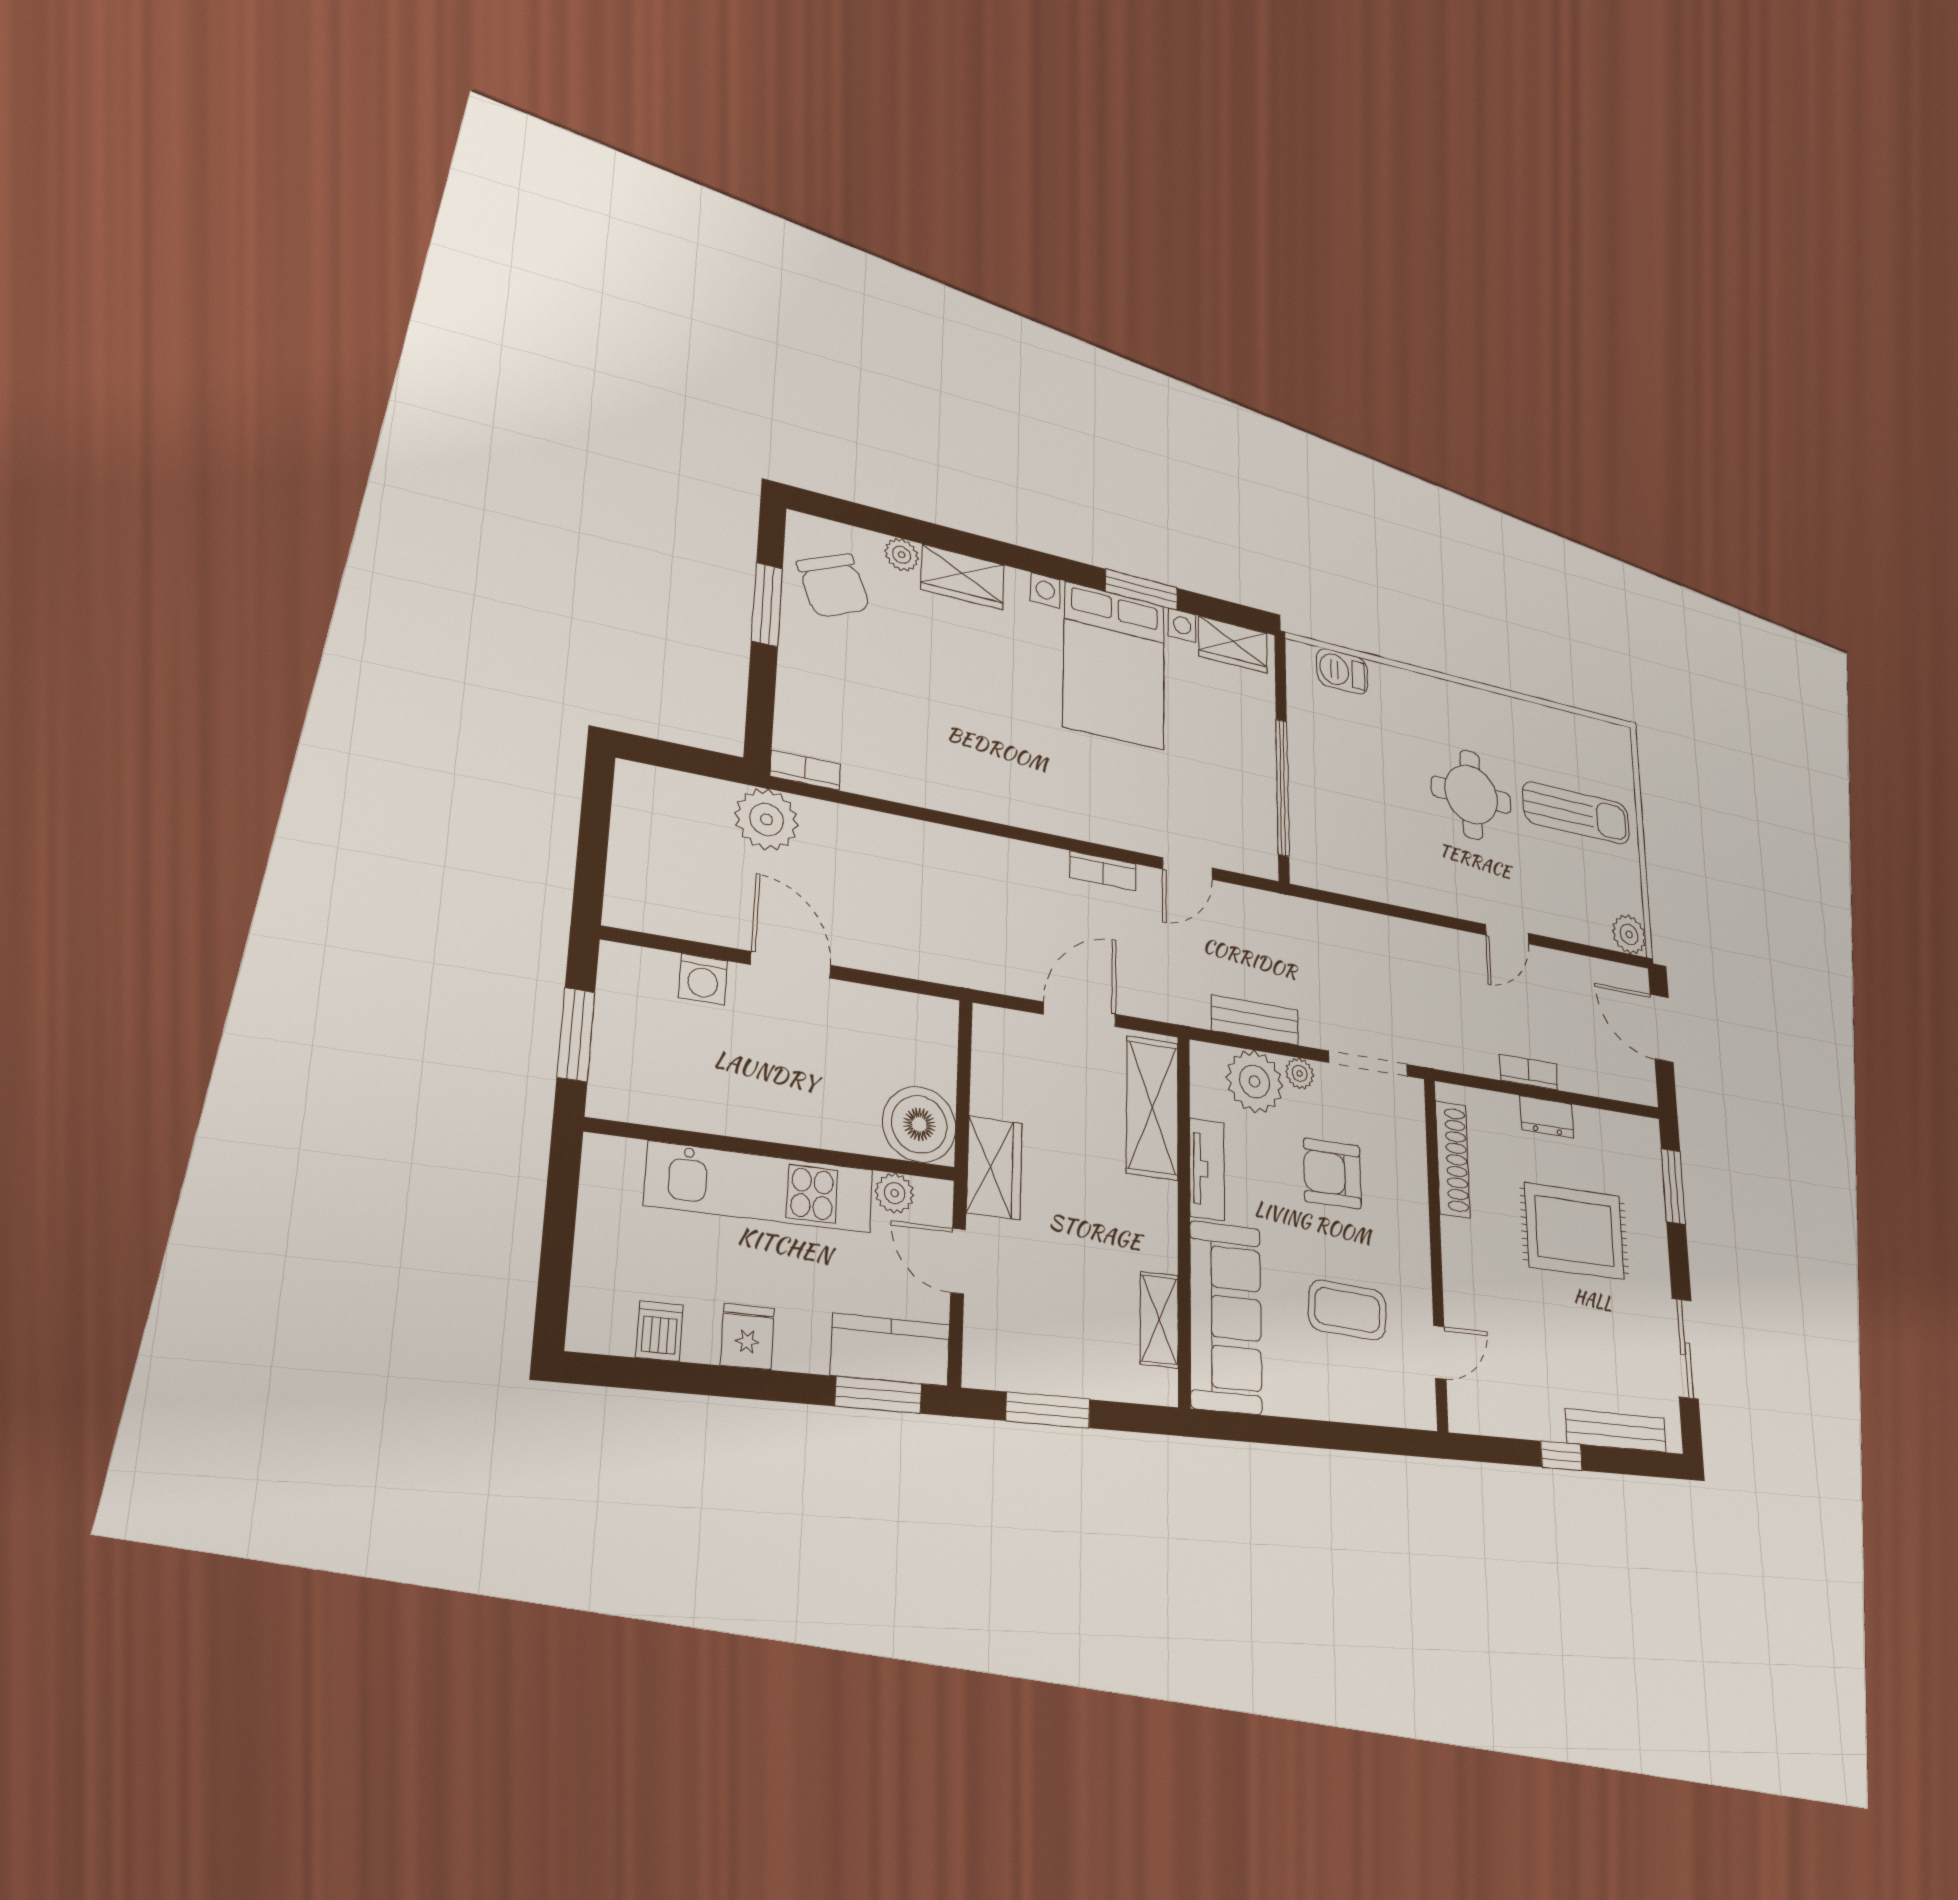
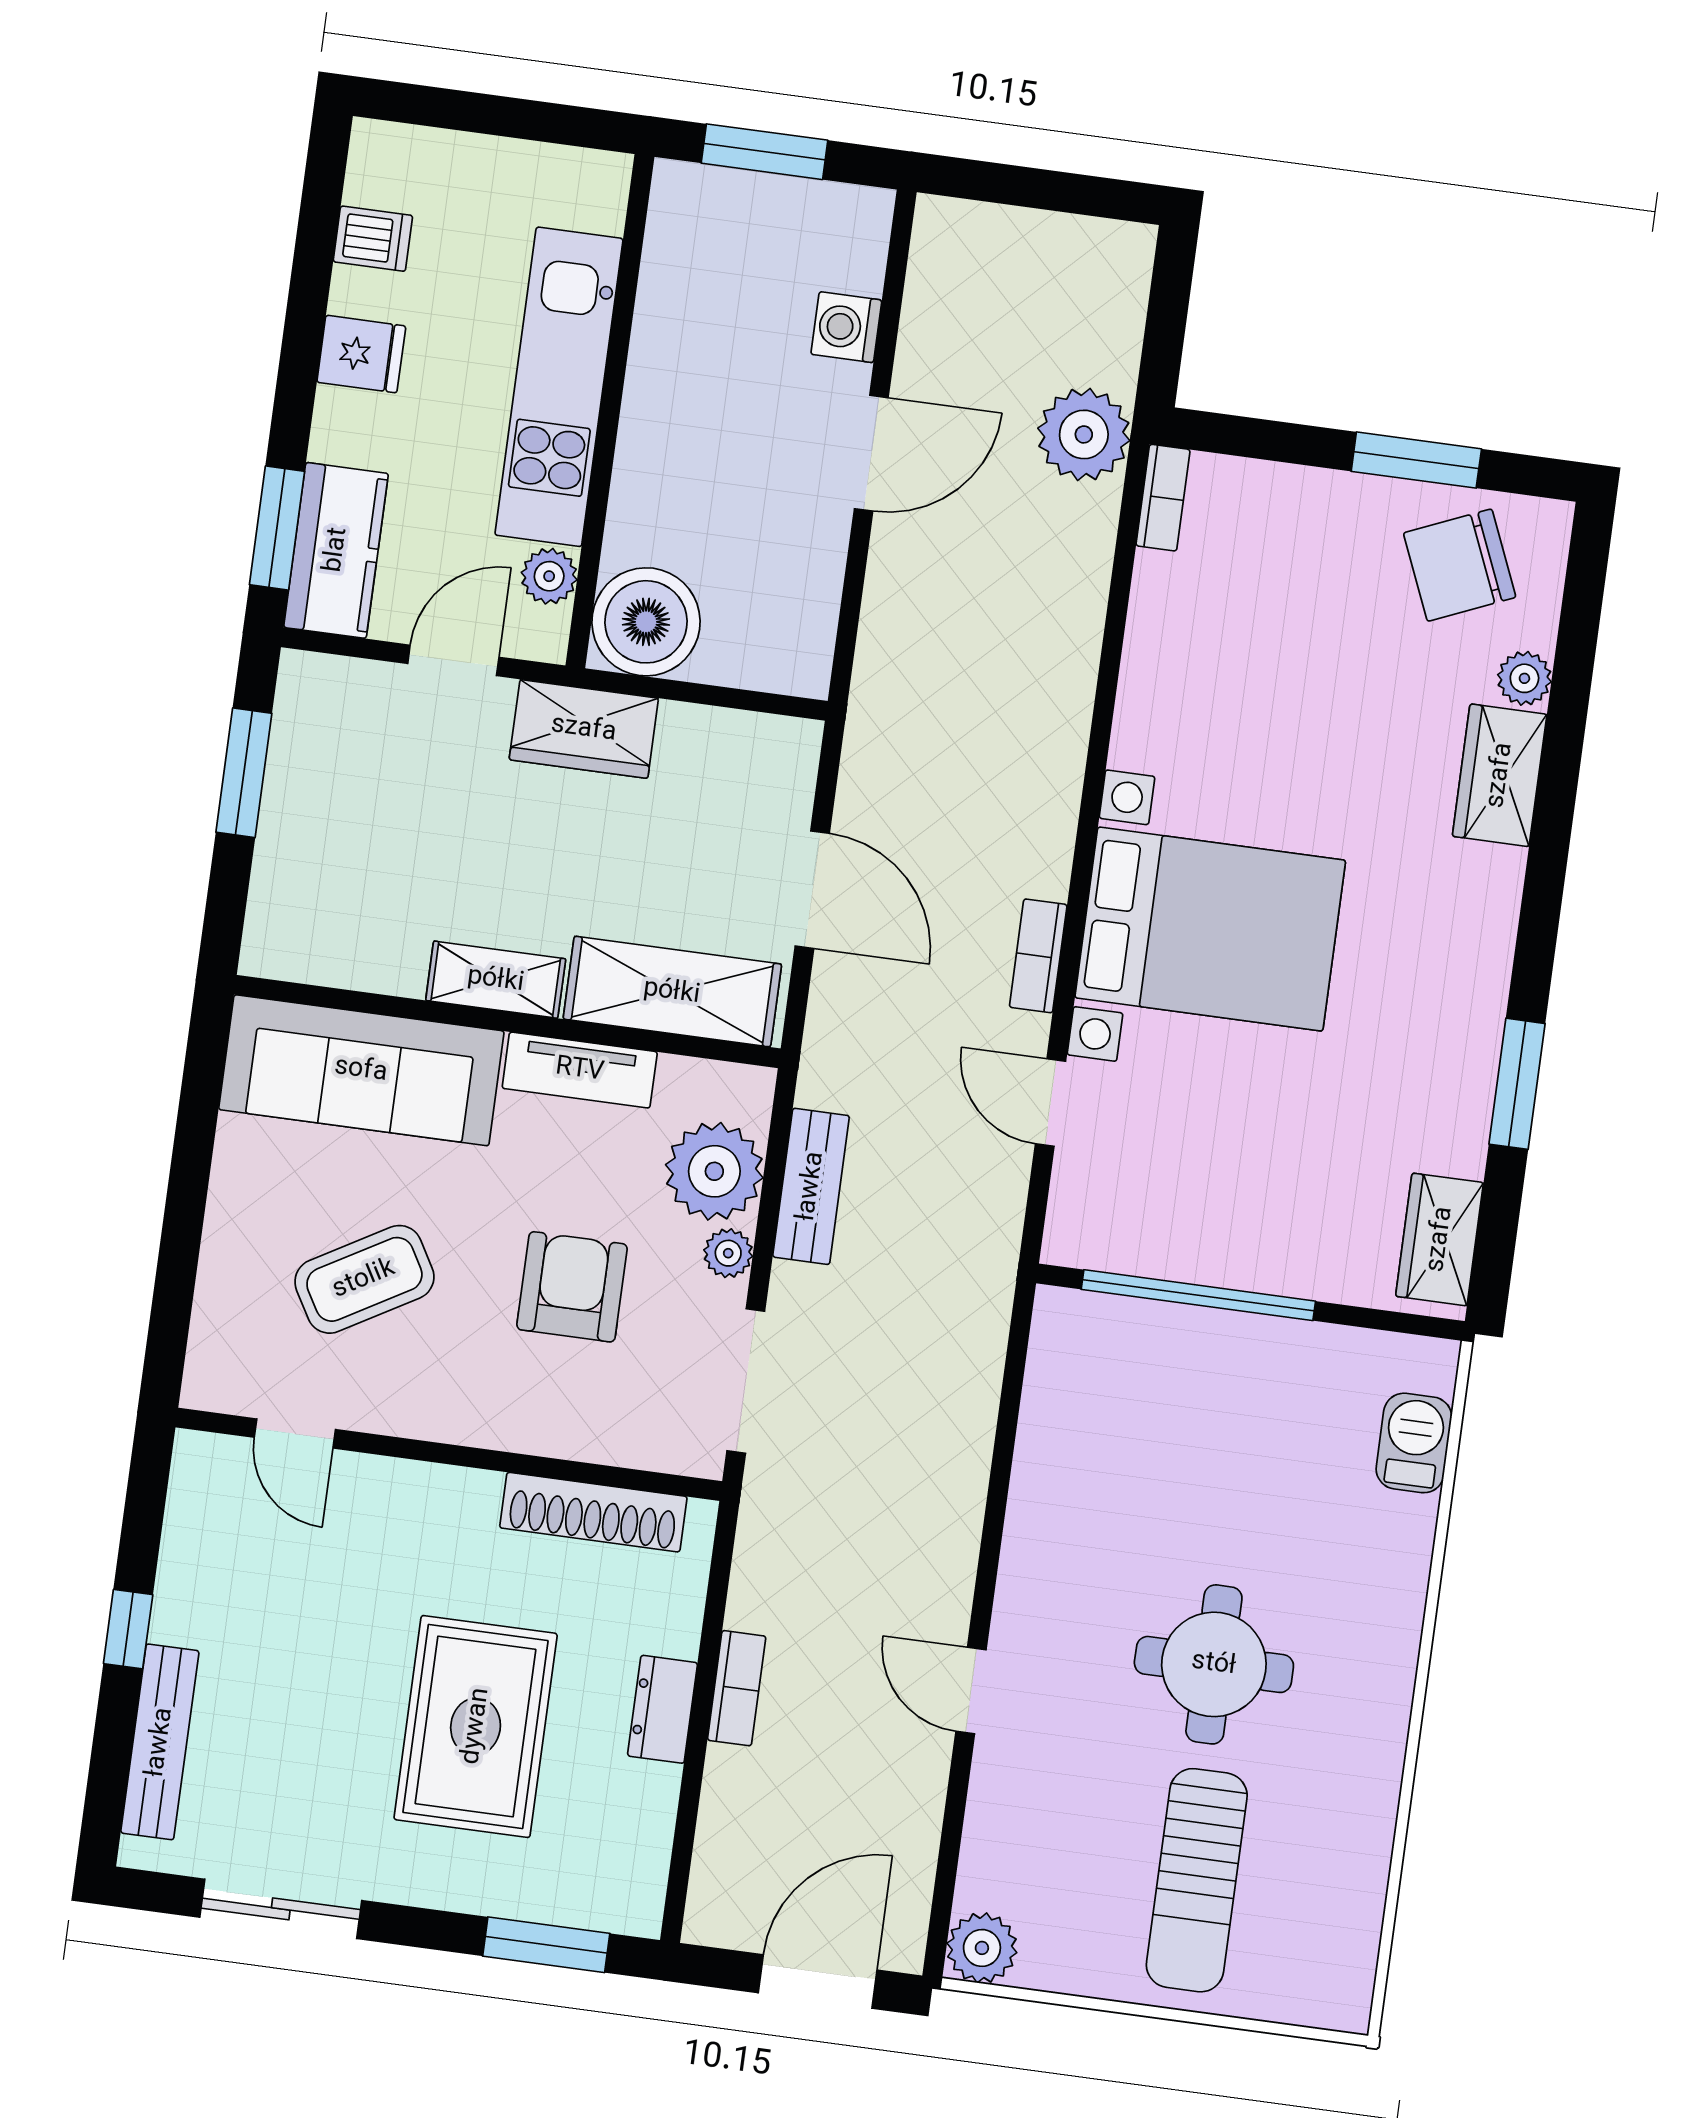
bed with nightstands: (1114, 665) -> (1210, 929), moved, turned 180
coffee table: (1347, 1310) -> (364, 1279), turned 57
shelving: (1159, 1320) -> (496, 980), moved

